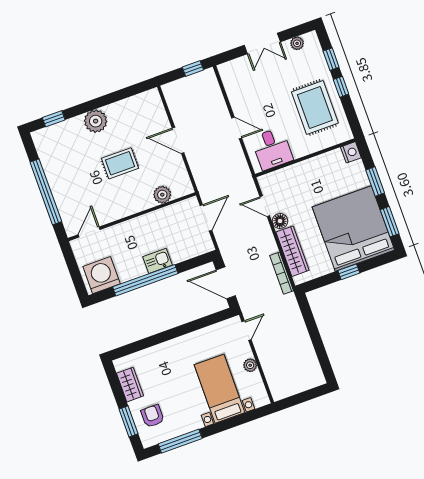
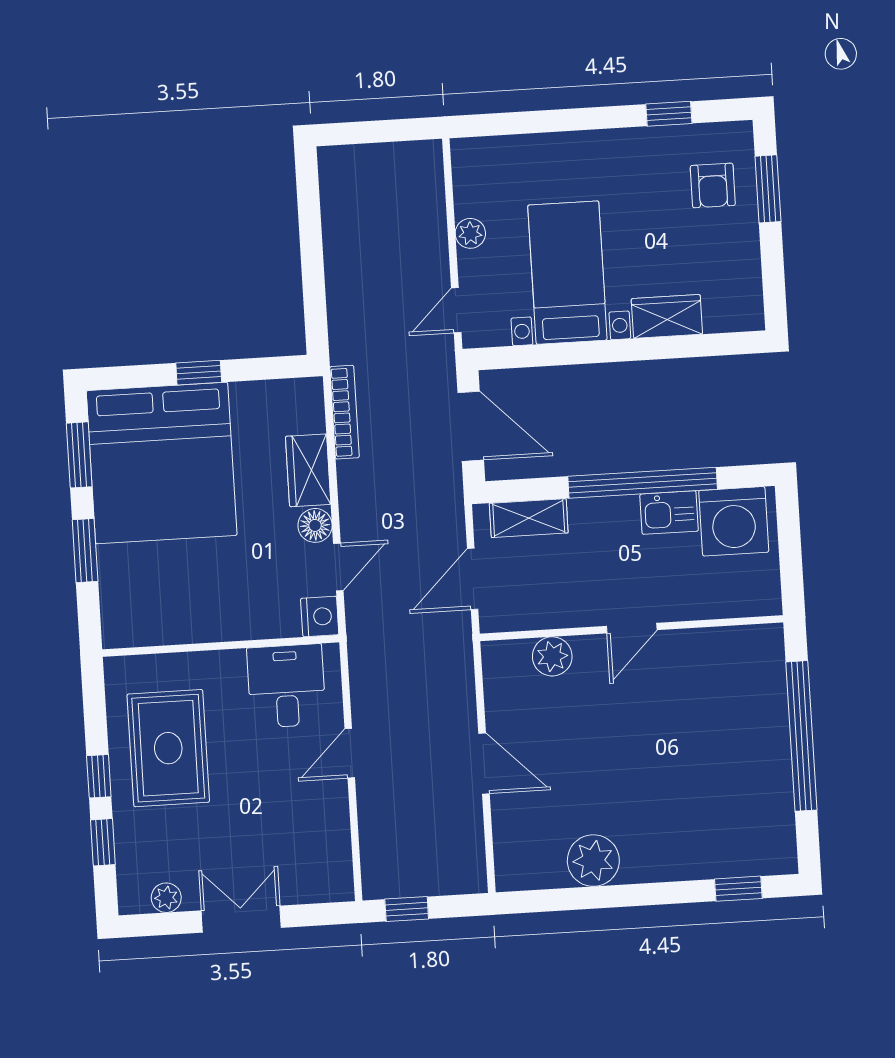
plant: (96, 121) -> (593, 861), moved
door: (237, 128) -> (350, 753), hinge flipped
nightstand: (351, 152) -> (320, 617), moved, turned 180
rug: (120, 163) -> (624, 751), removed
door: (265, 206) -> (338, 567), hinge flipped
door: (89, 232) -> (632, 628), moved
shelving: (190, 251) -> (529, 518), added
wardrobe: (292, 251) -> (308, 470), width x0.67
kitchen sink: (158, 261) -> (669, 513), moved
wardrobe: (130, 385) -> (667, 316), moved, turned 90
bed with nightstands: (220, 389) -> (567, 273), moved, turned 180
window: (180, 441) -> (669, 114), width x0.46

